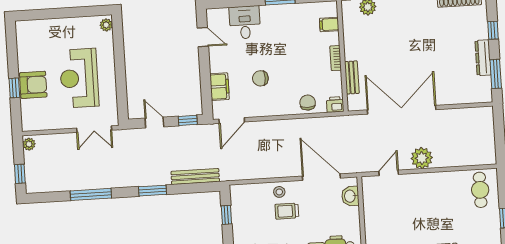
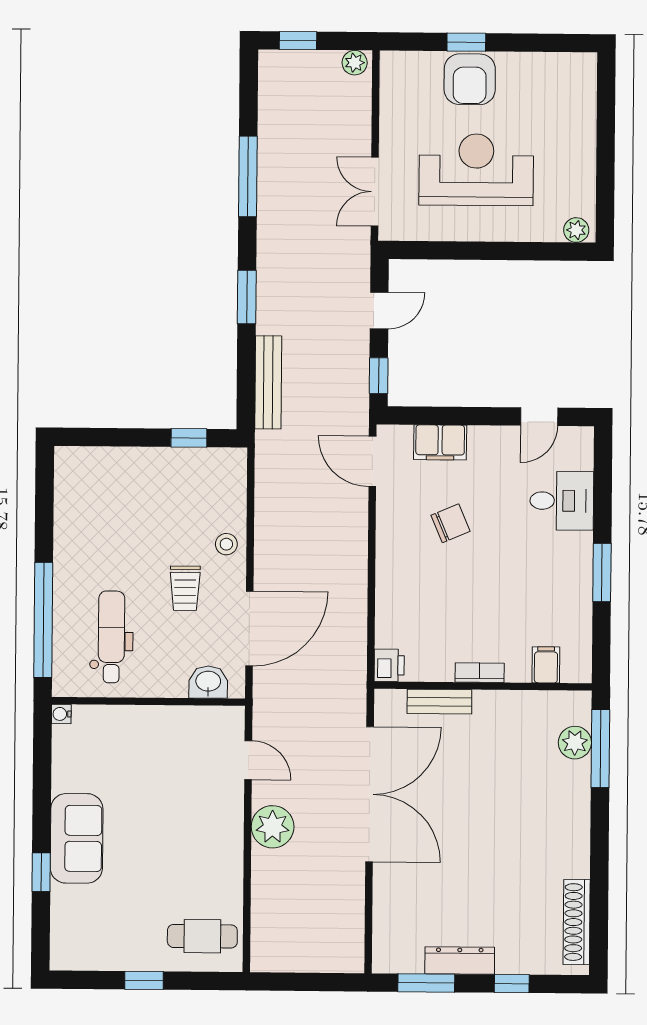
chair: (260, 78) -> (451, 523), turned 67
chair: (308, 103) -> (397, 612), removed
trolley: (287, 211) -> (185, 588), moved, turned 180

